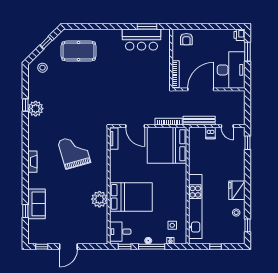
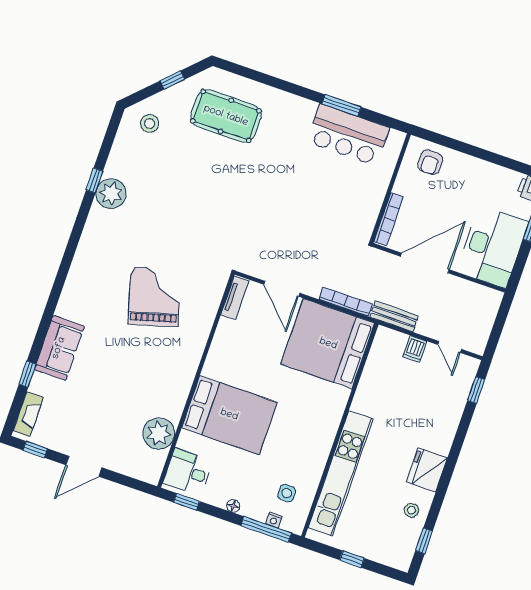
window: (147, 26) -> (342, 105), moved
bench: (199, 121) -> (394, 316), width x0.73
fireplace: (32, 162) -> (28, 414), moved
plant: (99, 199) -> (159, 434), moved
sofa: (36, 204) -> (59, 348), moved
window: (152, 247) -> (266, 529), moved

